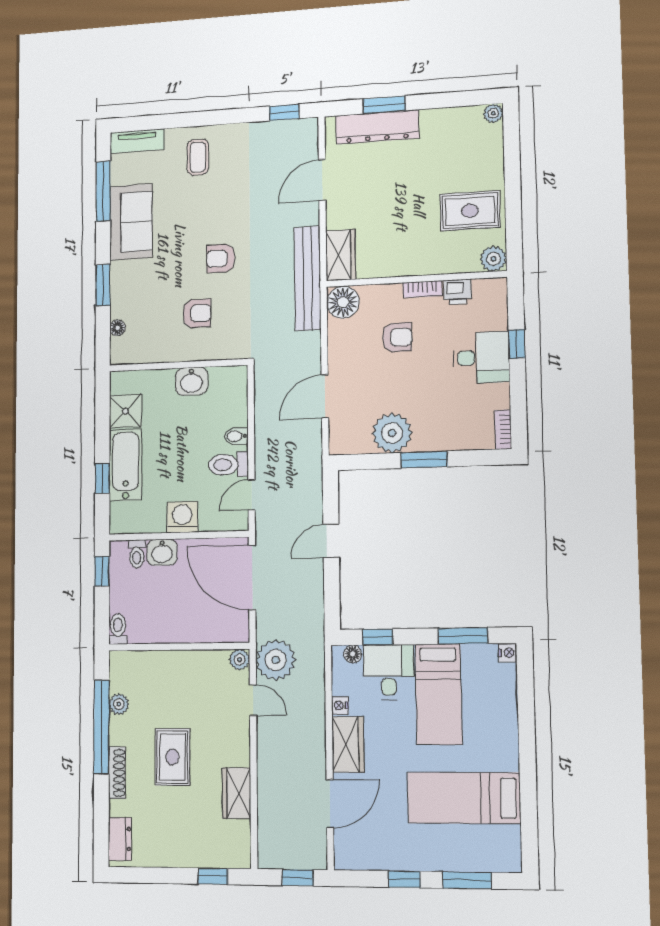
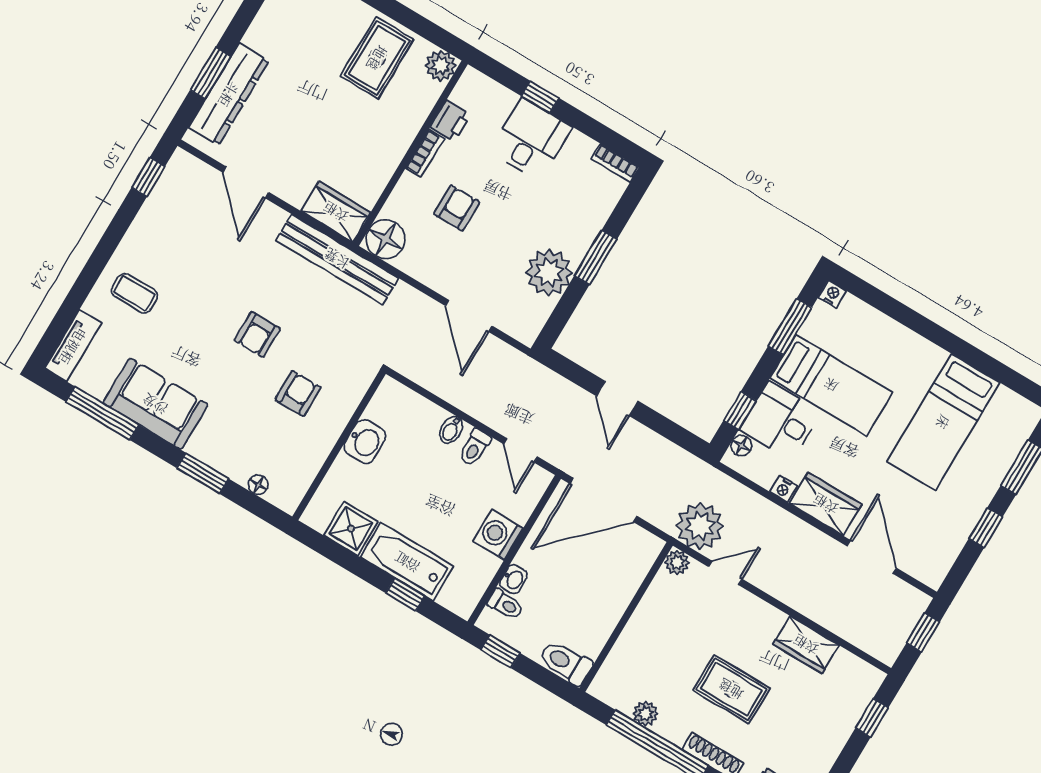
toilet: (228, 465) -> (475, 447), width x0.73, depth x0.72
washbasin: (162, 552) -> (514, 579), width x0.72, depth x0.69
toilet: (118, 629) -> (566, 662), width x1.37, depth x1.39

